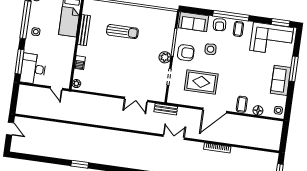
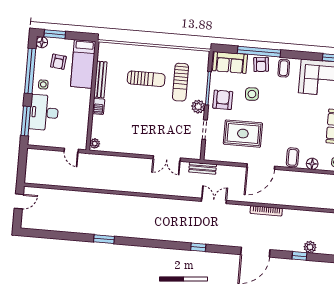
armchair: (50, 13) -> (58, 62), added
window: (231, 16) -> (259, 52), moved
sun lounger: (151, 36) -> (180, 82), added
armchair: (186, 53) -> (223, 100), turned -90
barbecue: (80, 63) -> (99, 106), moved
desk: (33, 69) -> (44, 113), moved
door: (10, 129) -> (19, 201), hinge flipped

